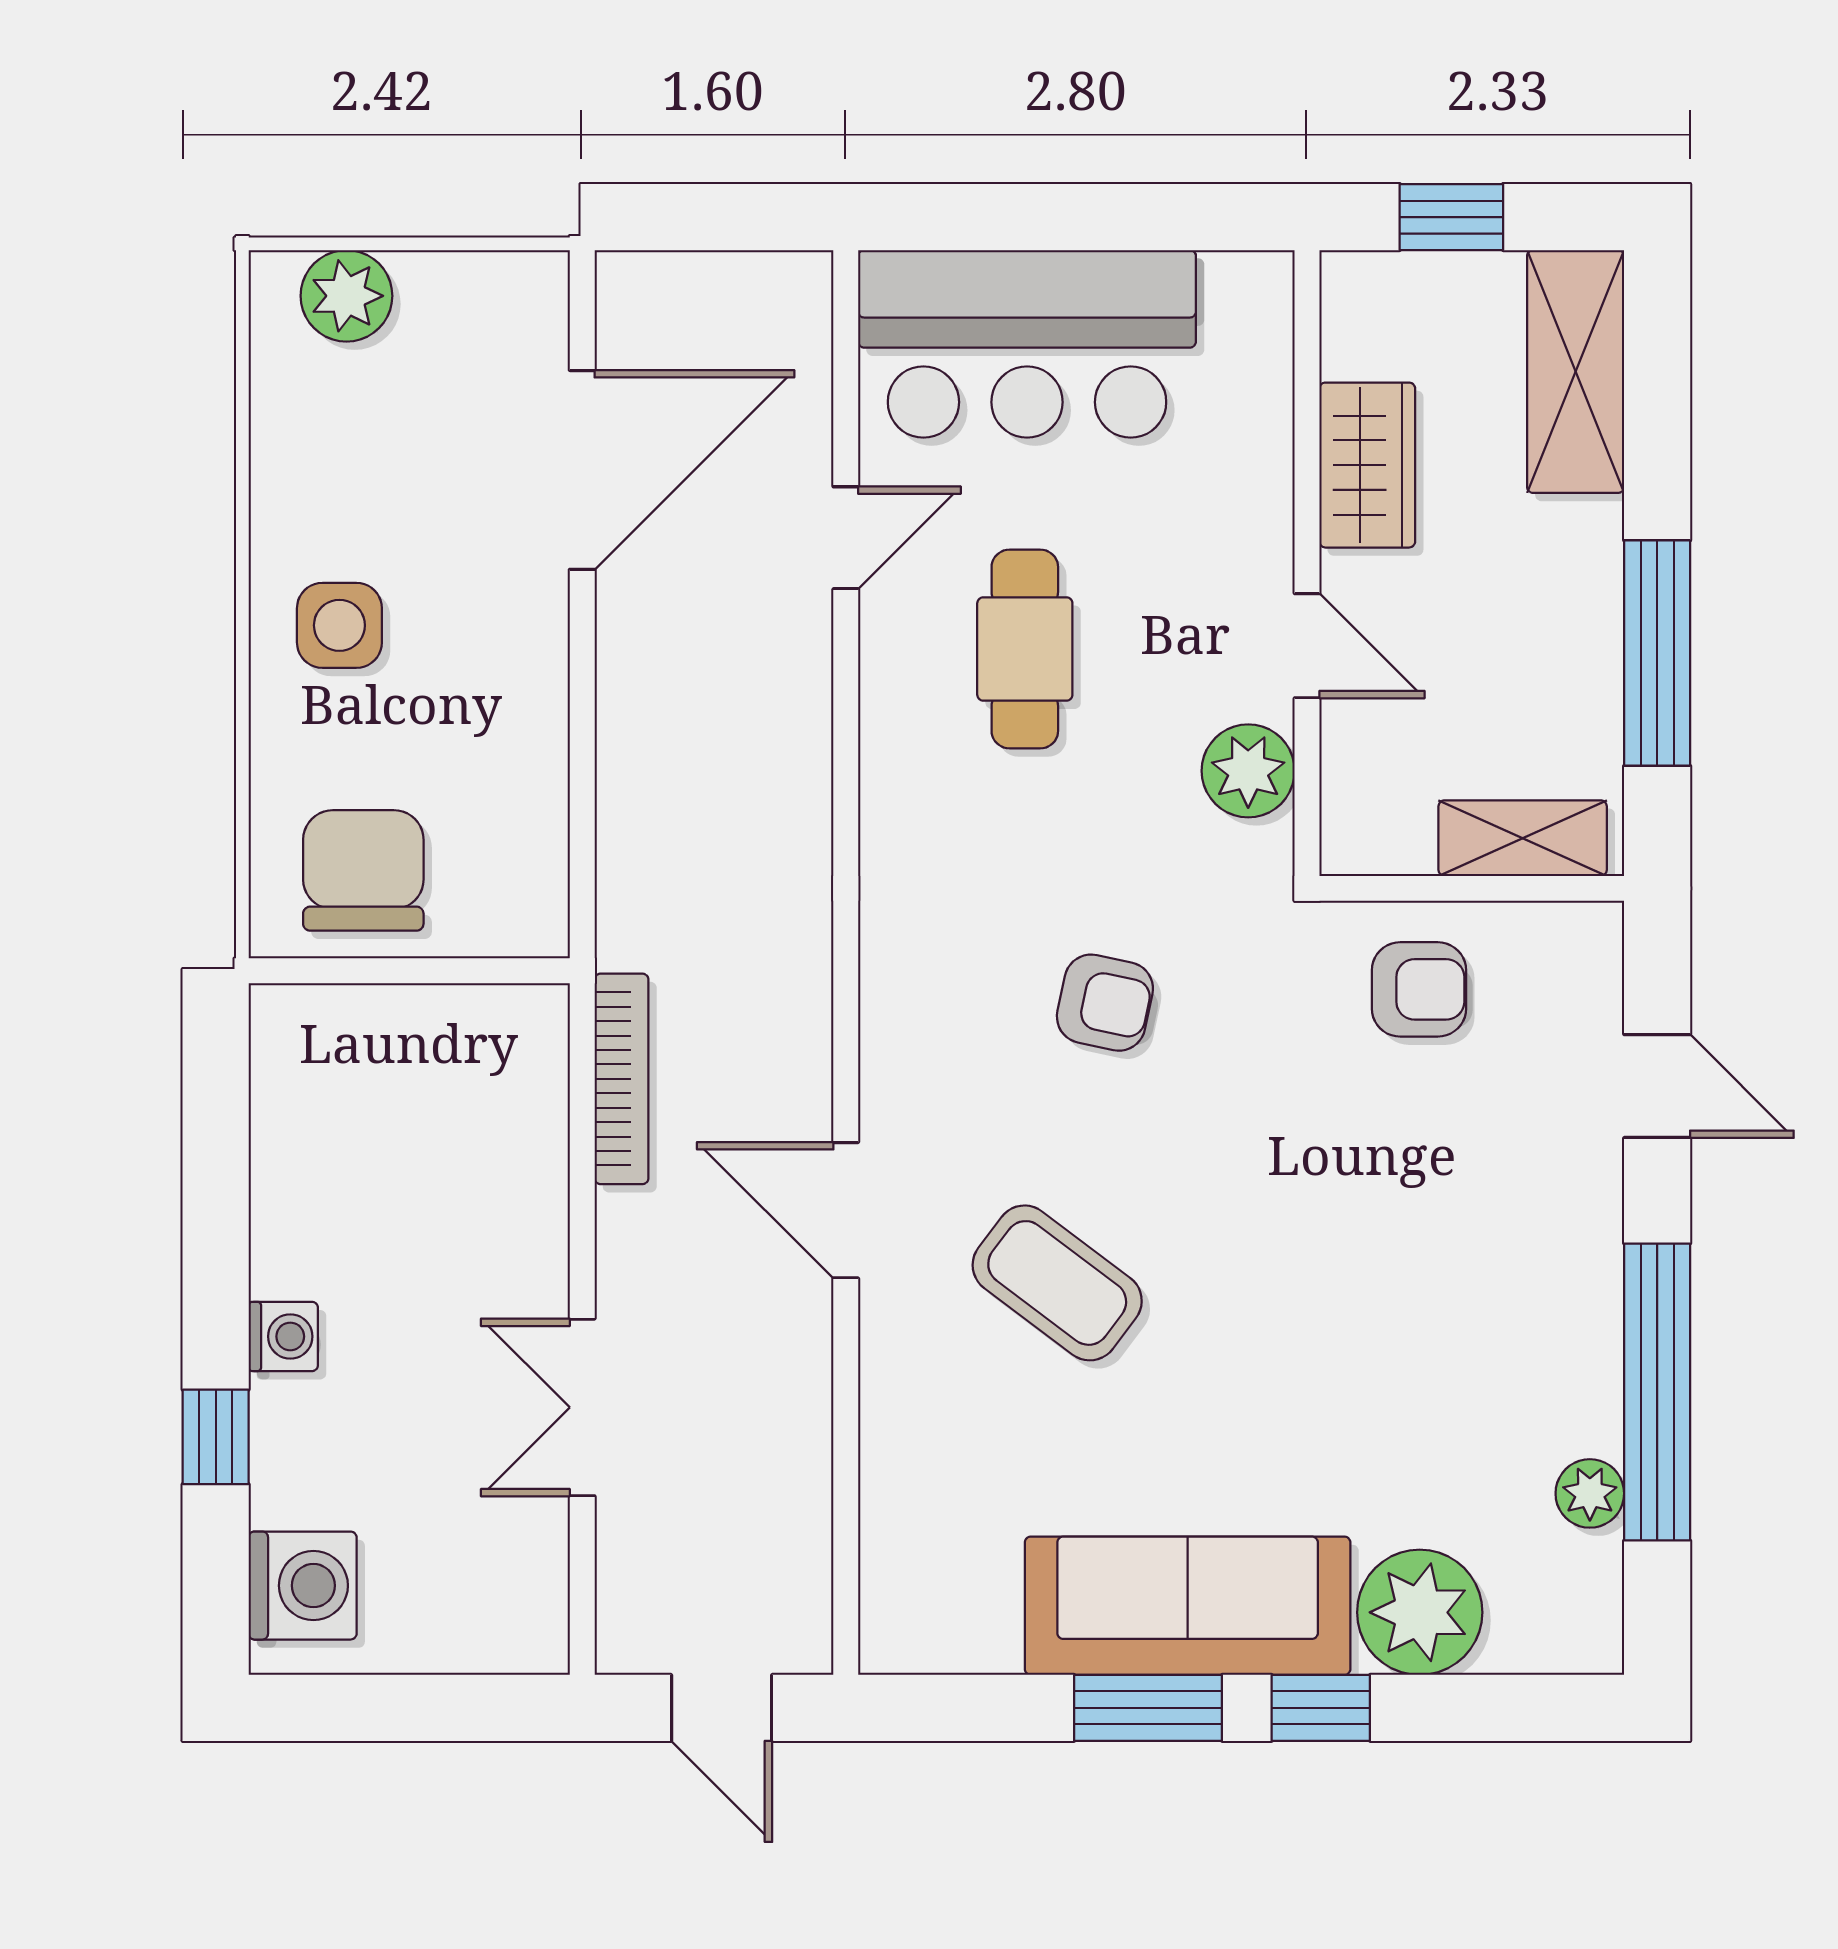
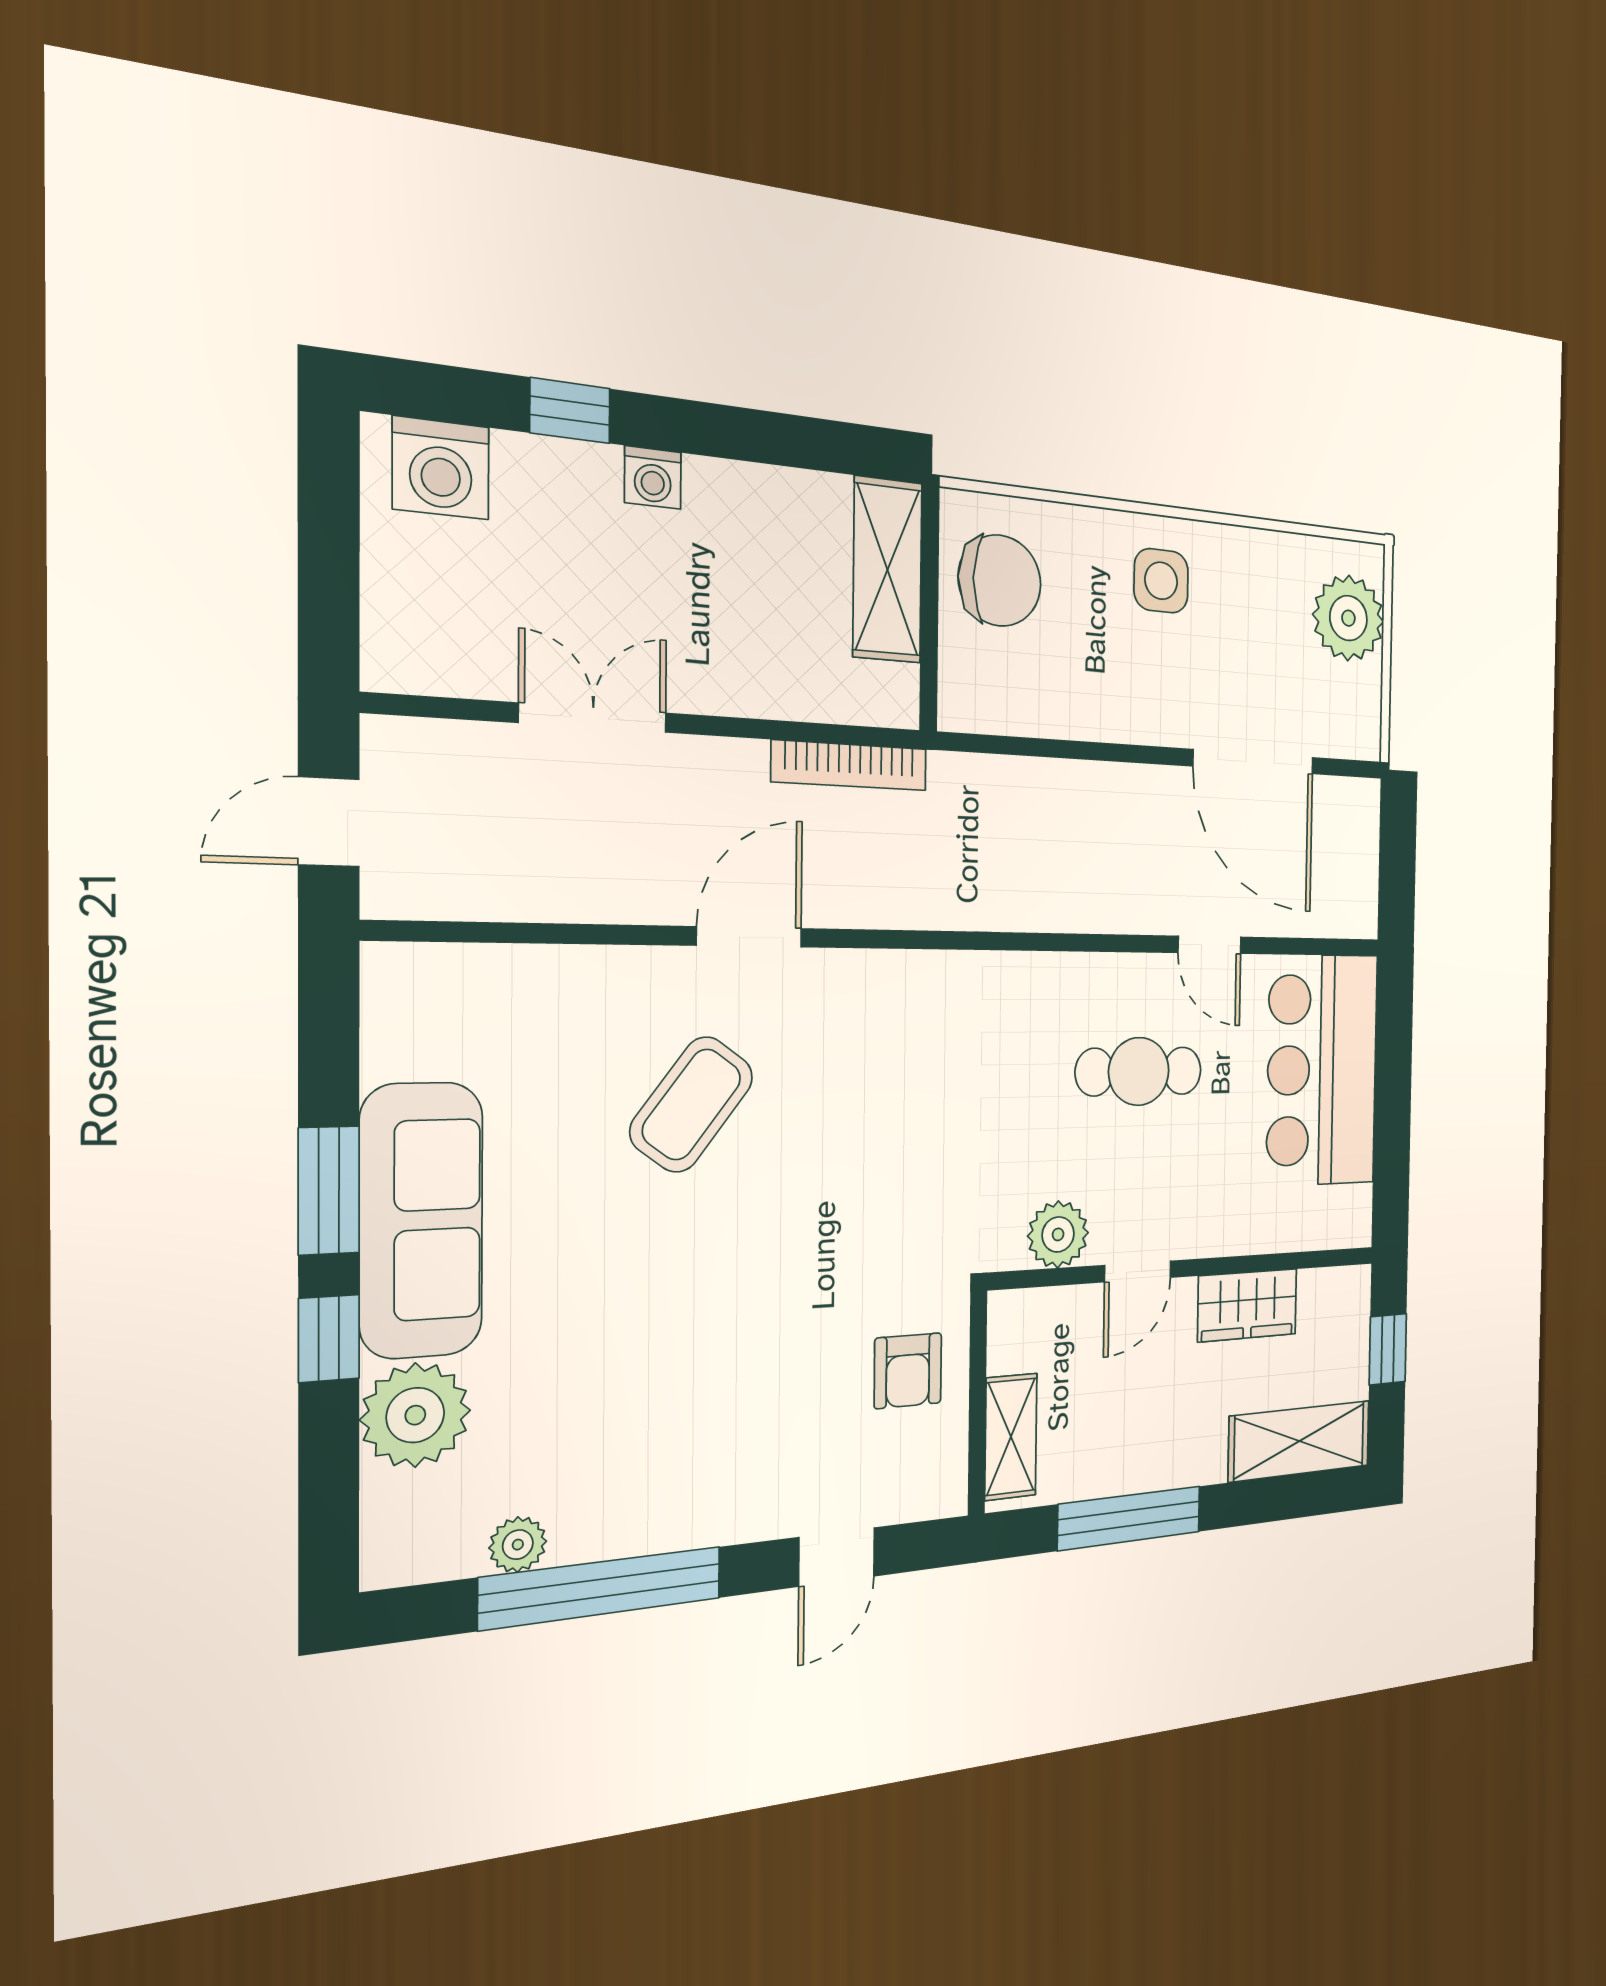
plant: (346, 296) -> (1348, 618), width x1.36, depth x1.36
armchair: (1105, 1003) -> (901, 1136), removed
shelving: (365, 1030) -> (887, 570), added

